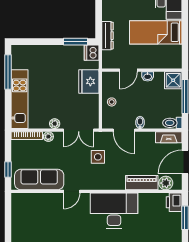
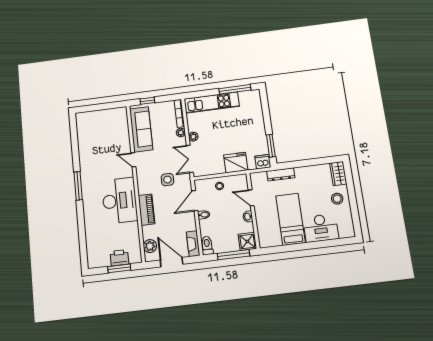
piano: (142, 183) -> (147, 210), moved
printer: (174, 202) -> (119, 258), moved

